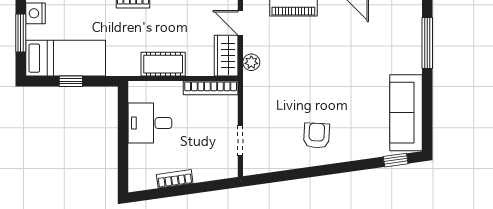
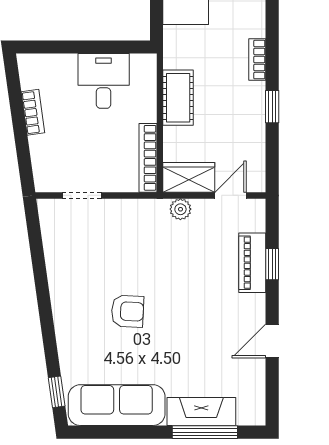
fireplace: (411, 46) -> (201, 412), added
armchair: (317, 136) -> (128, 311), moved

